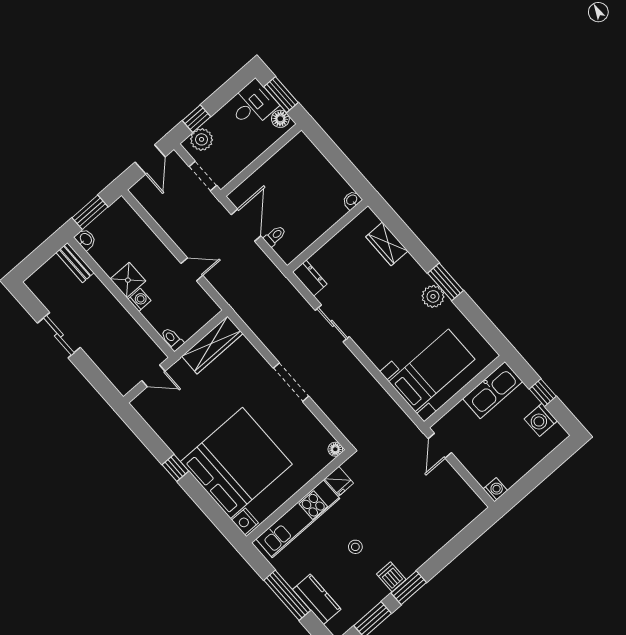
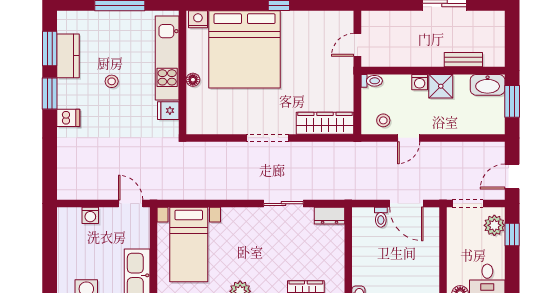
door: (150, 159) -> (512, 177), hinge flipped
washbasin: (85, 239) -> (488, 85), width x1.91, depth x1.45
bench: (75, 263) -> (463, 60), moved
stool: (196, 302) -> (383, 120), added
wardrobe: (212, 345) -> (325, 123), moved, turned 90
floor lamp: (335, 449) -> (193, 80), moved
washing machine: (495, 490) -> (90, 215), moved
dishwasher: (391, 577) -> (68, 118), moved
kitchen counter: (317, 599) -> (68, 56), moved, turned -90

